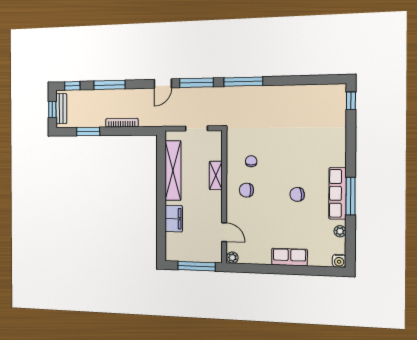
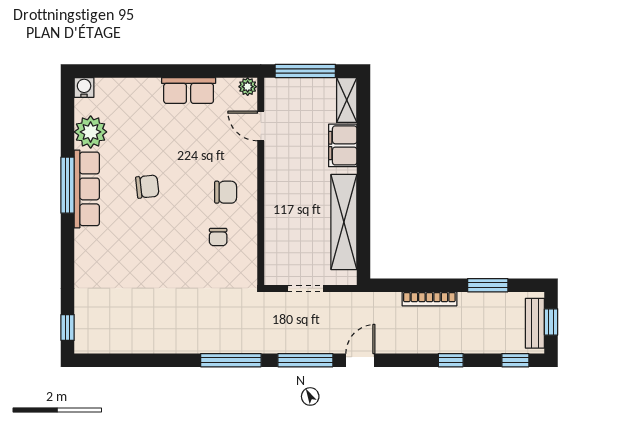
window: (109, 85) -> (451, 360), width x0.46
shelving: (216, 175) -> (347, 100), moved
plant: (340, 231) -> (91, 132), width x1.88, depth x1.88
row of seats: (289, 257) -> (189, 91), moved

